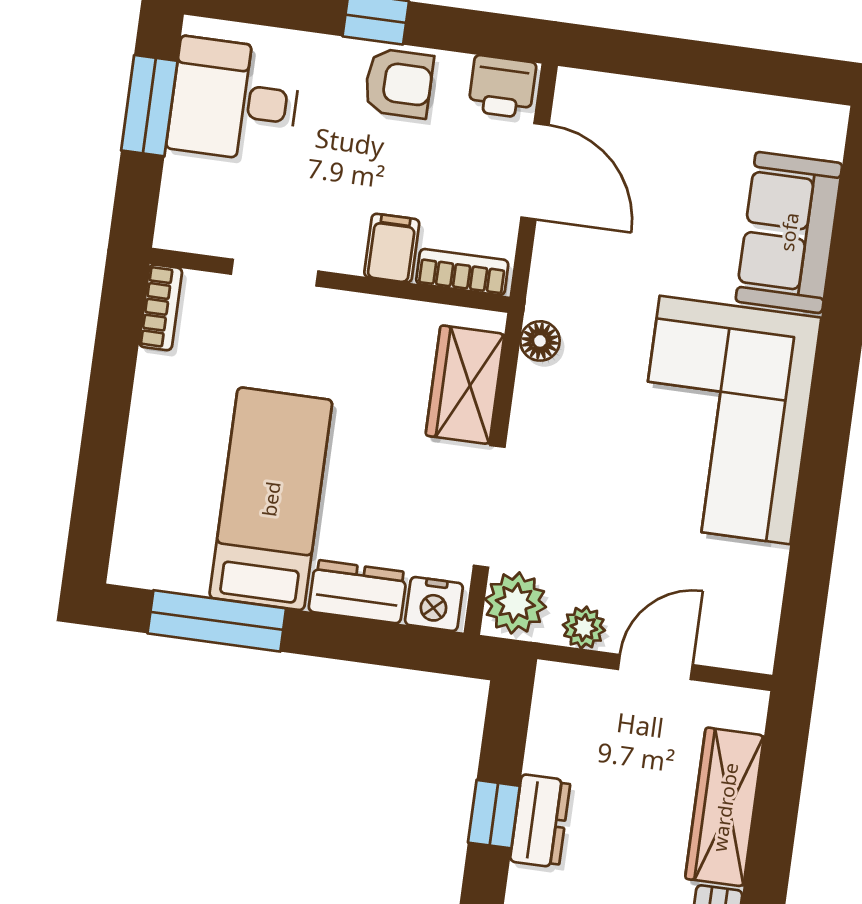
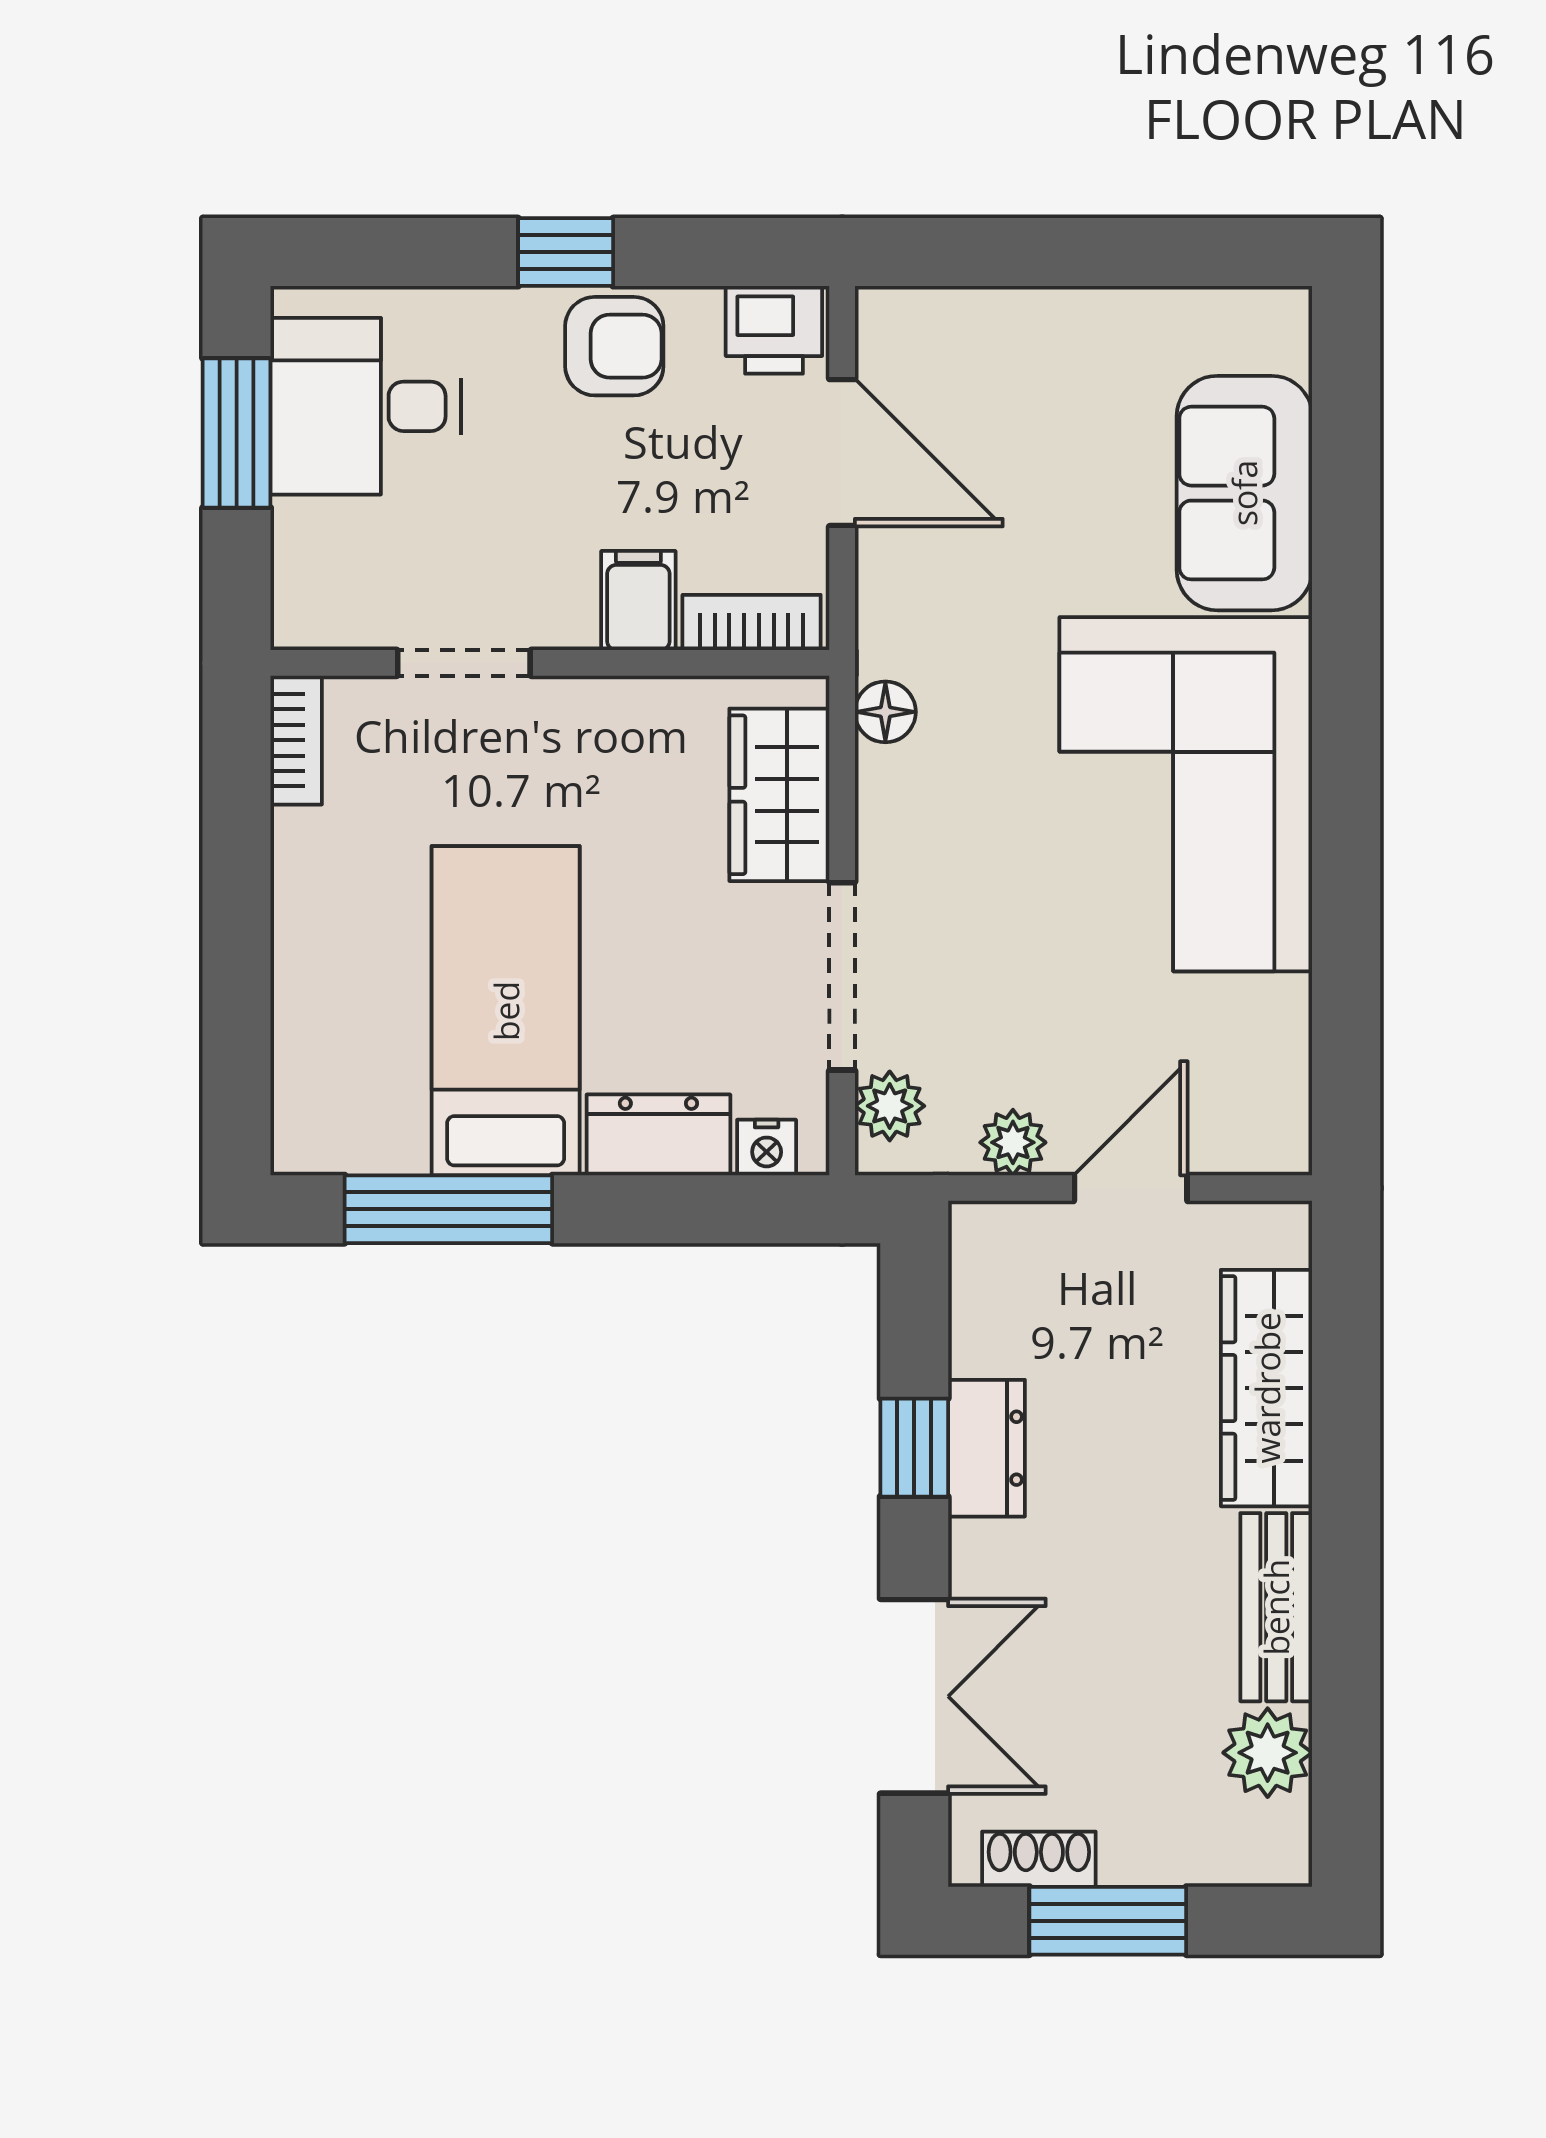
plant: (515, 603) -> (890, 1106), width x0.73, depth x0.73
nightstand: (434, 604) -> (767, 1148), width x0.72, depth x0.74

